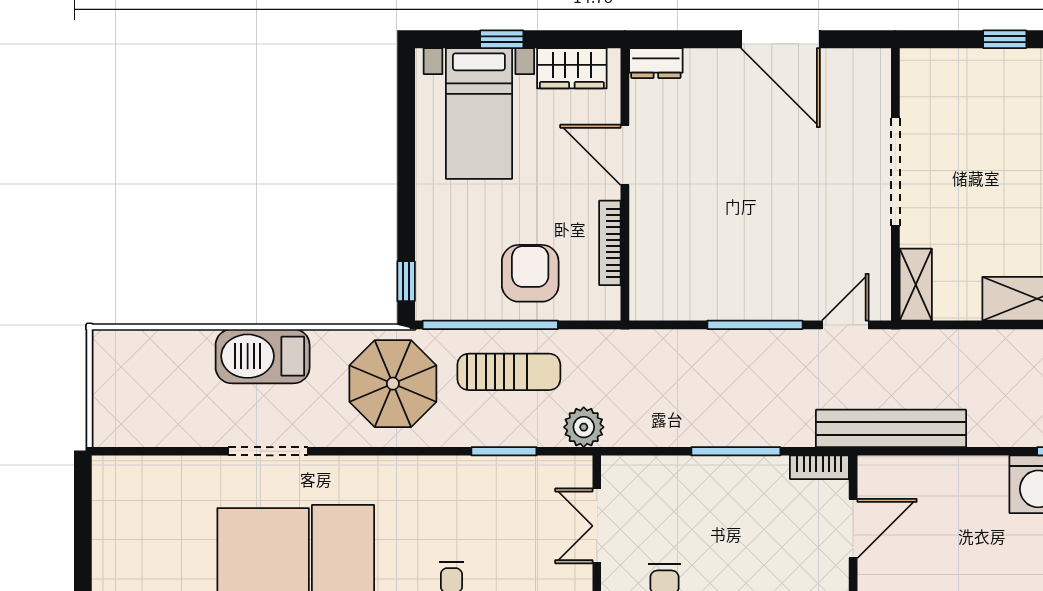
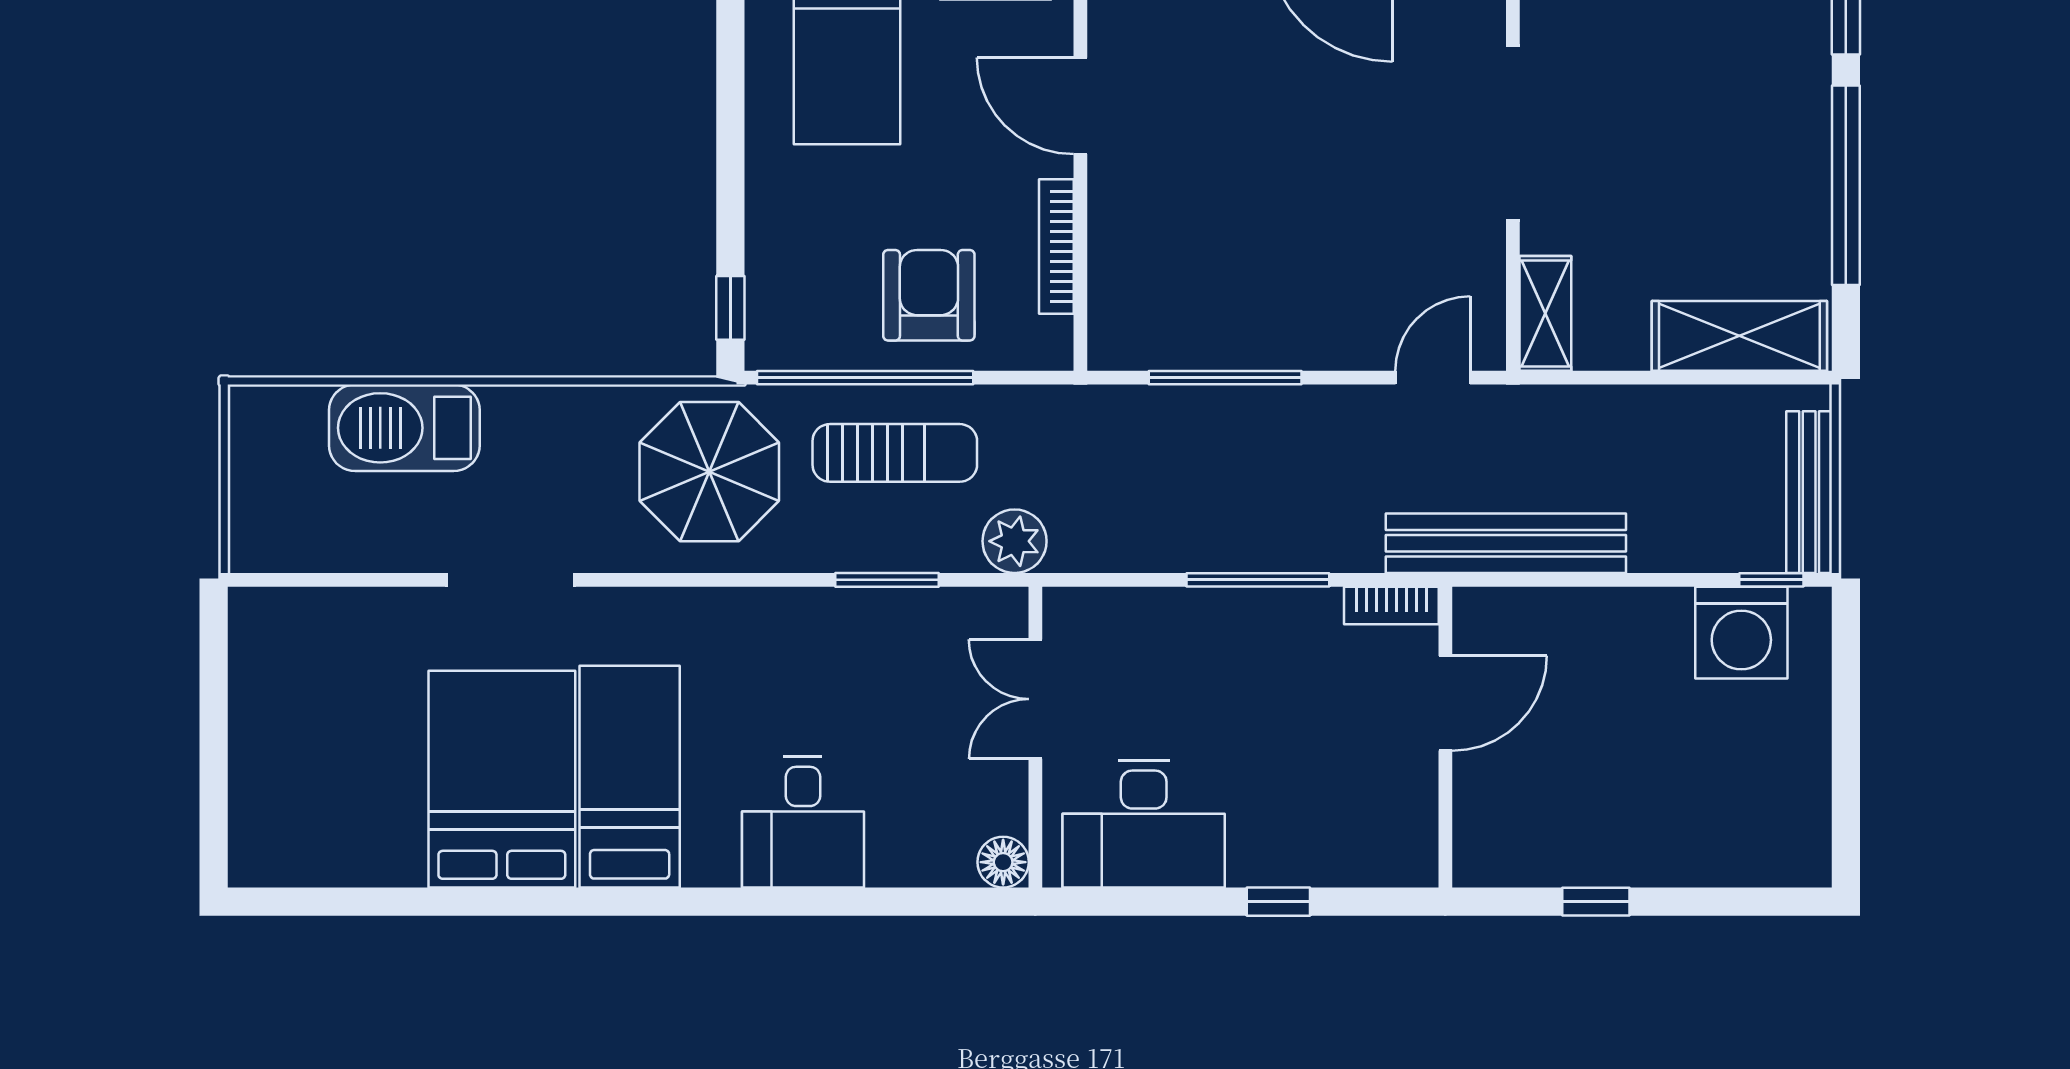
window: (755, 325) -> (1225, 378), moved
barbecue: (263, 356) -> (404, 428), moved

